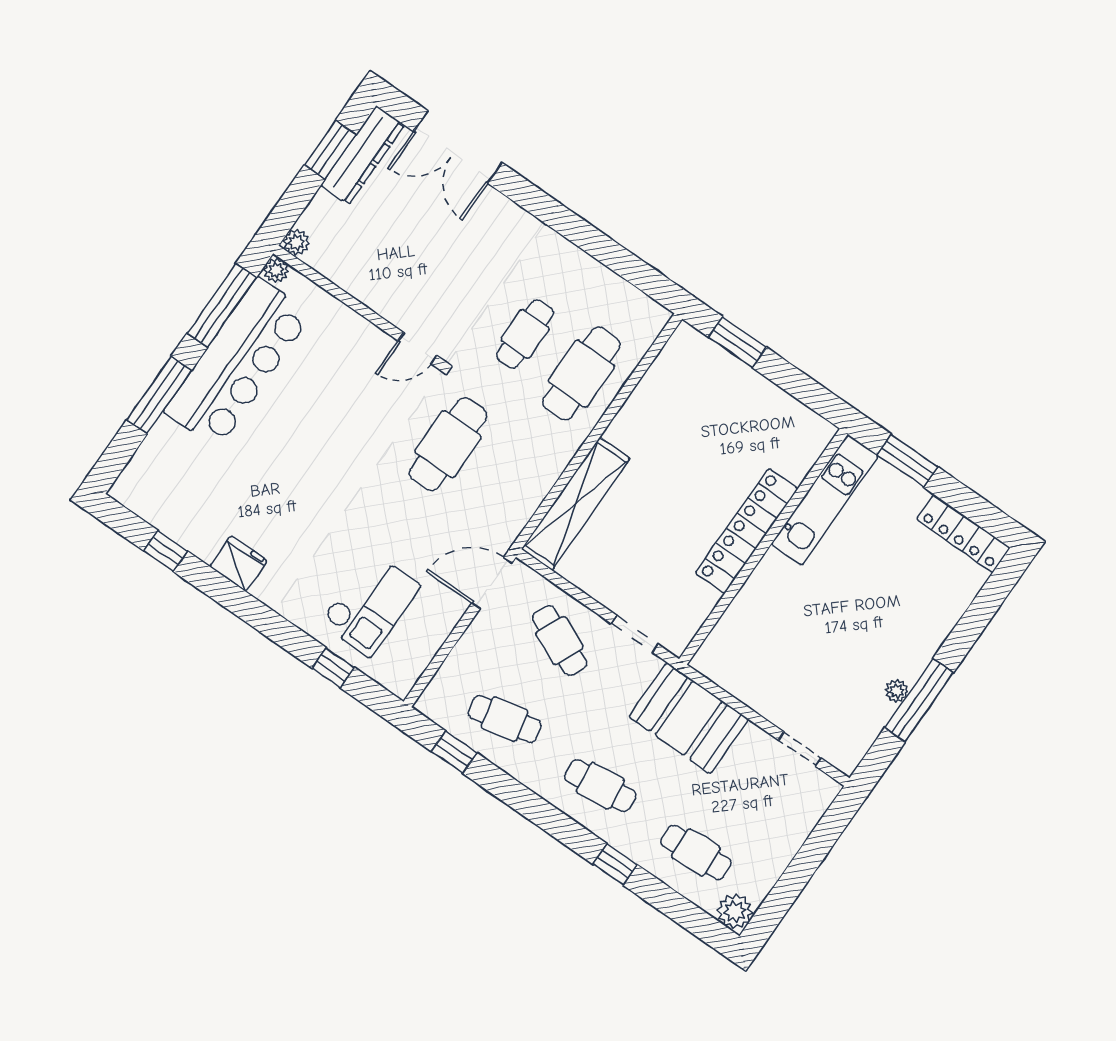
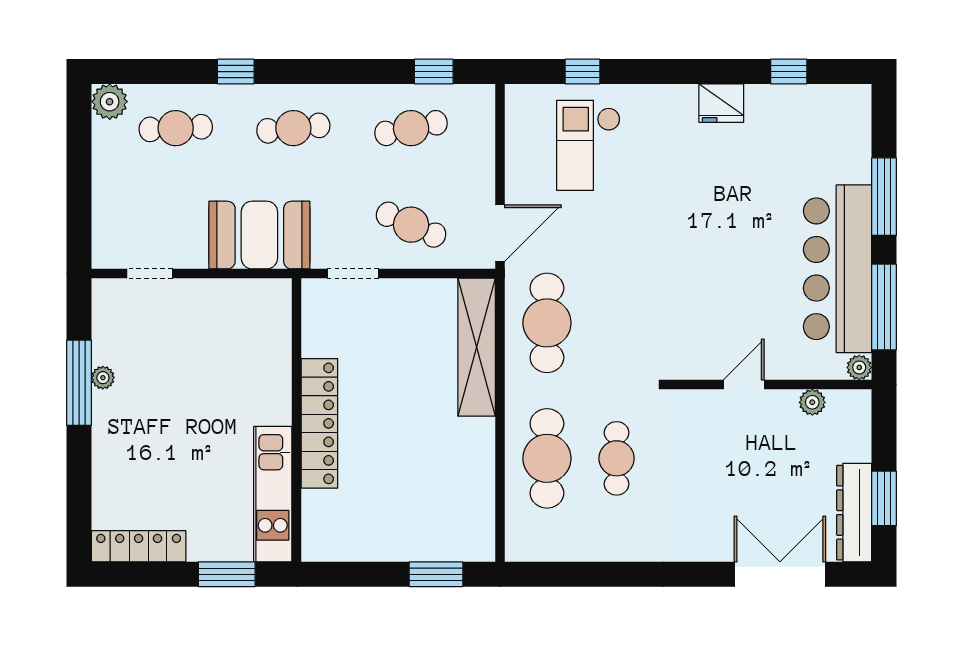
plant: (296, 242) -> (812, 402), moved
door: (417, 348) -> (744, 385), moved
cafe table: (448, 444) -> (547, 323), moved

